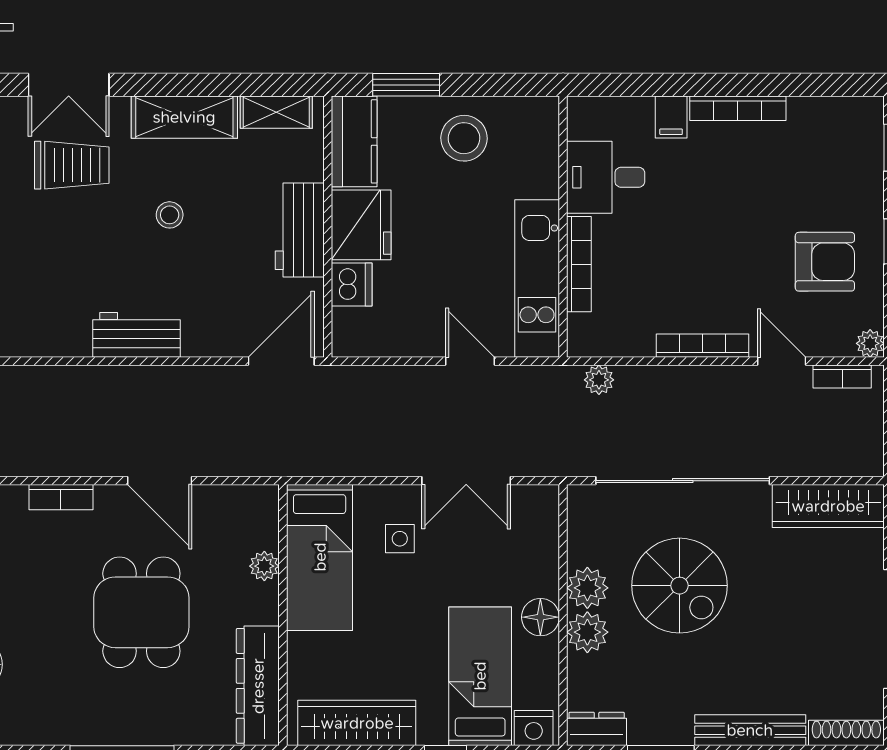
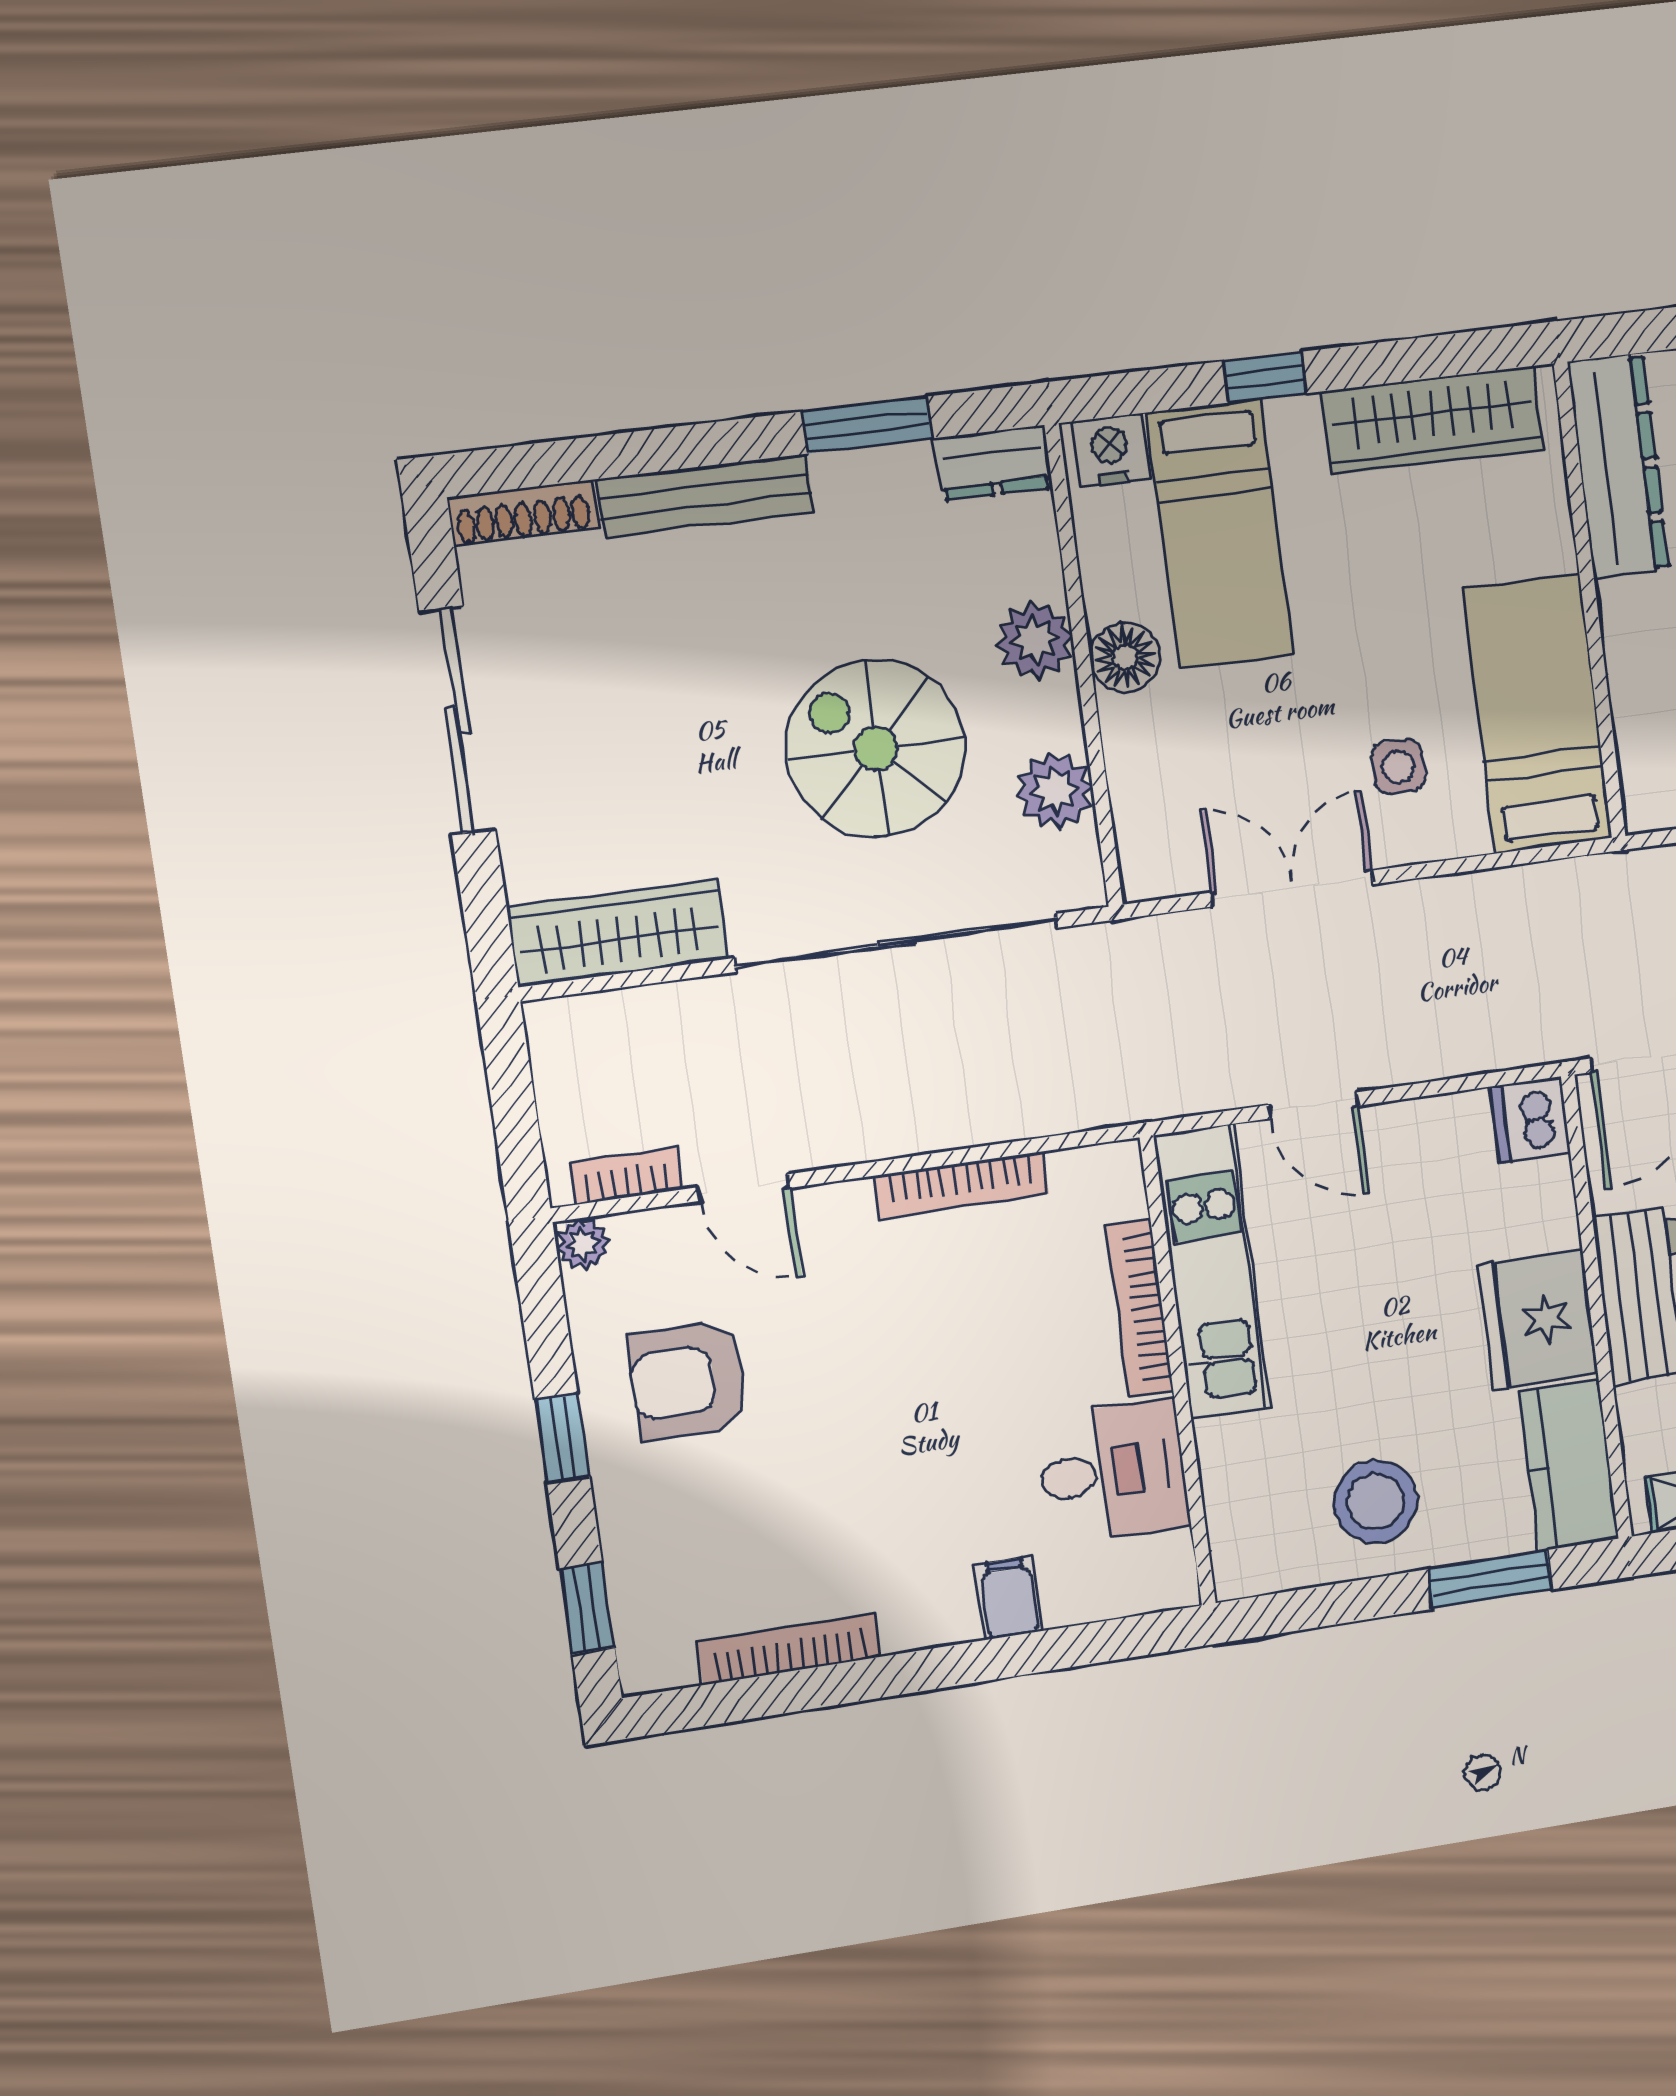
bookcase: (738, 108) -> (789, 1649), moved
dishwasher: (352, 284) -> (1530, 1120), moved
bookcase: (703, 346) -> (962, 1185), moved
plant: (599, 380) -> (1076, 1105), removed
plant: (264, 566) -> (1634, 685), removed
plant: (587, 588) -> (1055, 791), moved

